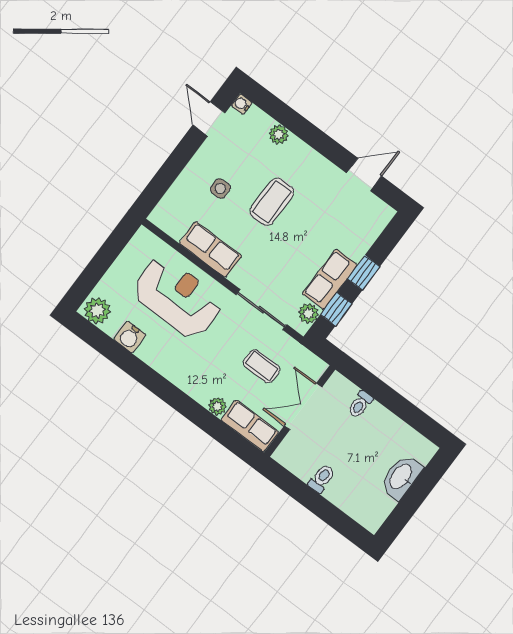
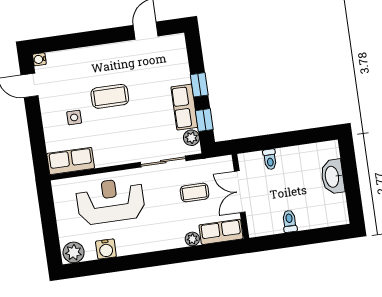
plant: (279, 135) -> (77, 56), removed
coffee table: (272, 202) -> (110, 96), turned 90
row of seats: (210, 250) -> (71, 161), moved

